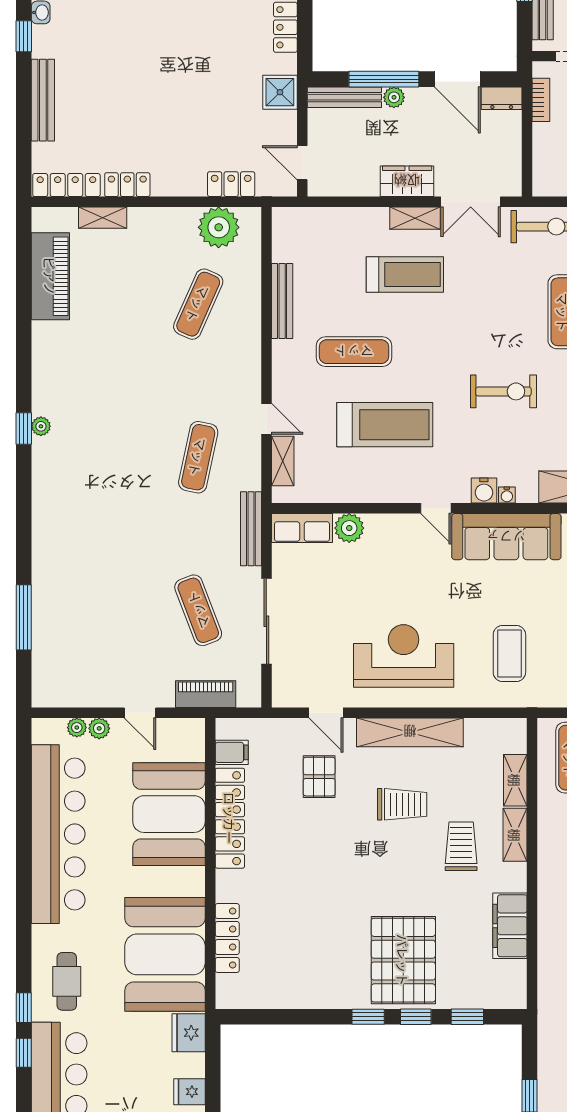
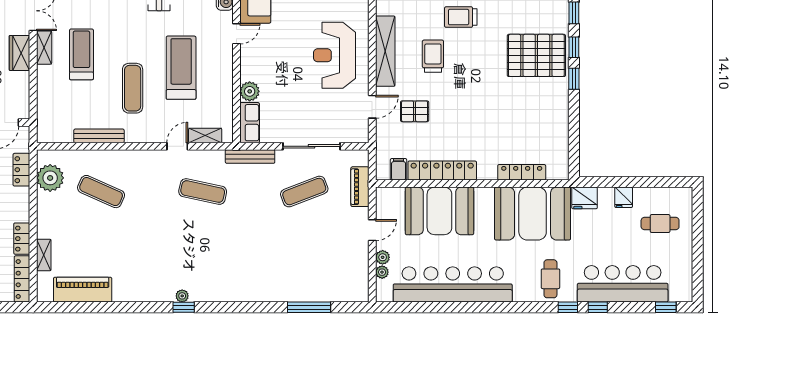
cafe table: (67, 981) -> (550, 279), turned 90

